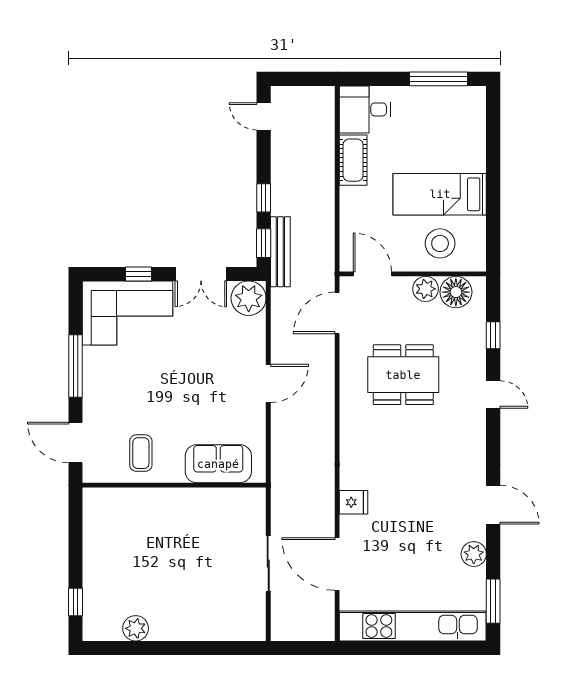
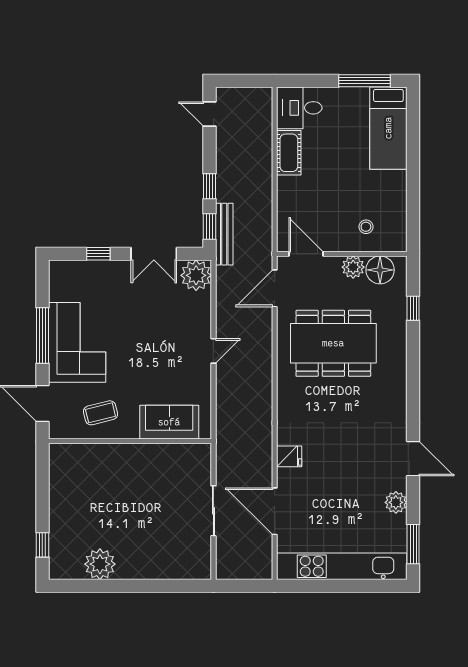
bed: (440, 194) -> (388, 128), moved, turned -90
stool: (440, 243) -> (366, 227), width x0.53, depth x0.53
corner sofa: (127, 313) -> (77, 342), moved, turned -90
dining table: (403, 375) -> (333, 343), width x1.36, depth x1.24
door: (268, 383) -> (213, 351), width x0.73
door: (493, 394) -> (413, 361), removed
coffee table: (141, 453) -> (100, 413), turned 76
plant: (136, 628) -> (100, 564), width x1.36, depth x1.36

